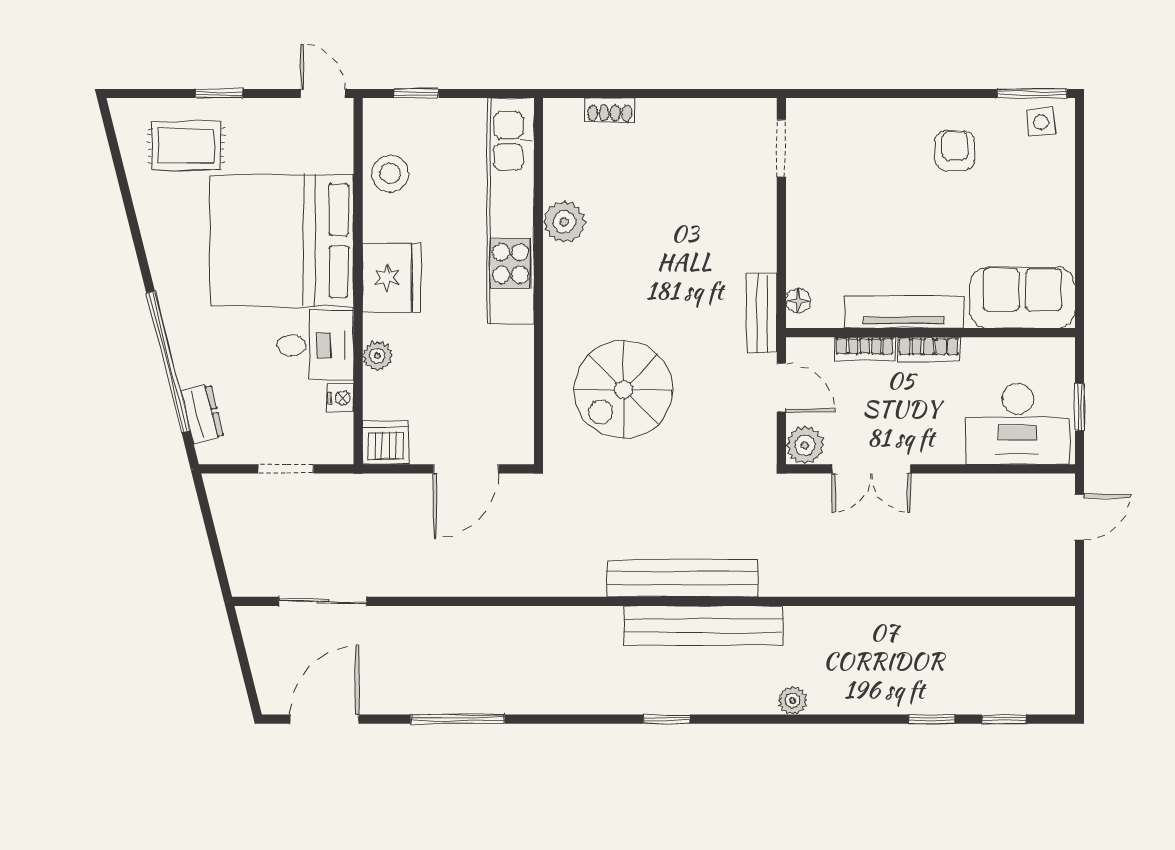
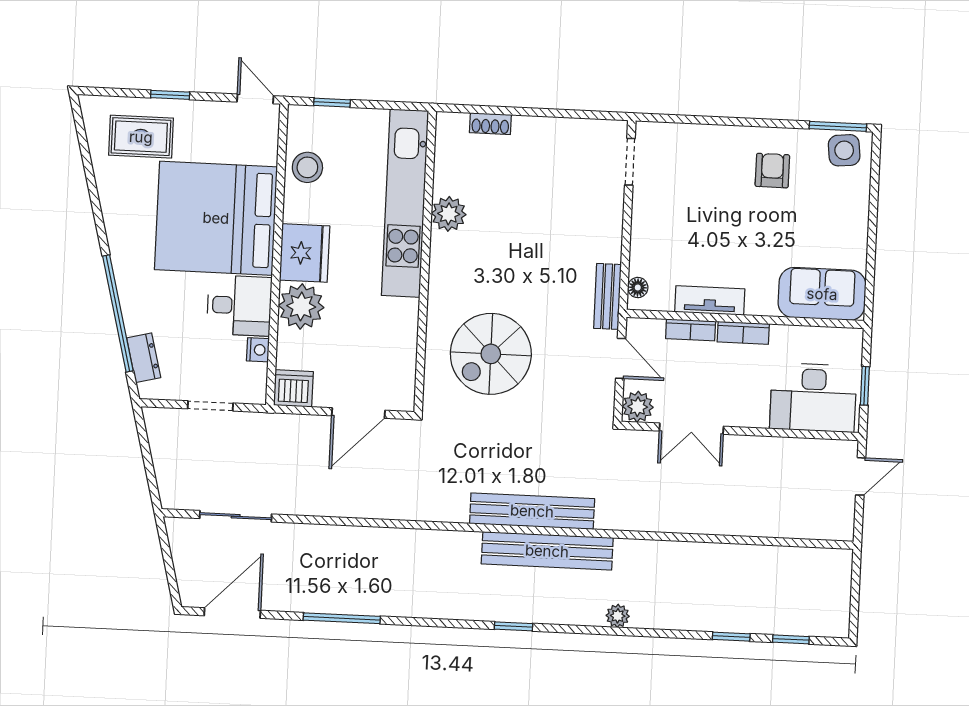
side table: (1041, 122) -> (844, 150), width x1.37, depth x1.37
tv unit: (904, 312) -> (710, 301), width x0.71
plant: (377, 356) -> (301, 306), width x1.87, depth x1.87

